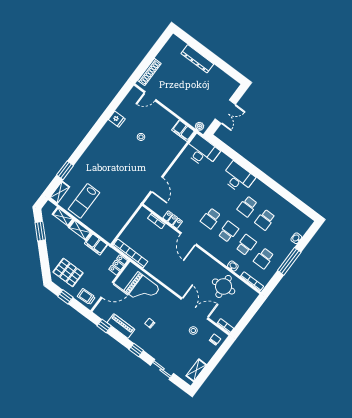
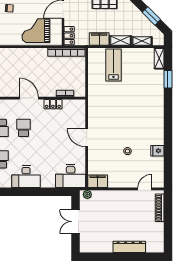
door: (157, 184) -> (87, 138), moved
lab bench: (84, 201) -> (114, 65), moved

